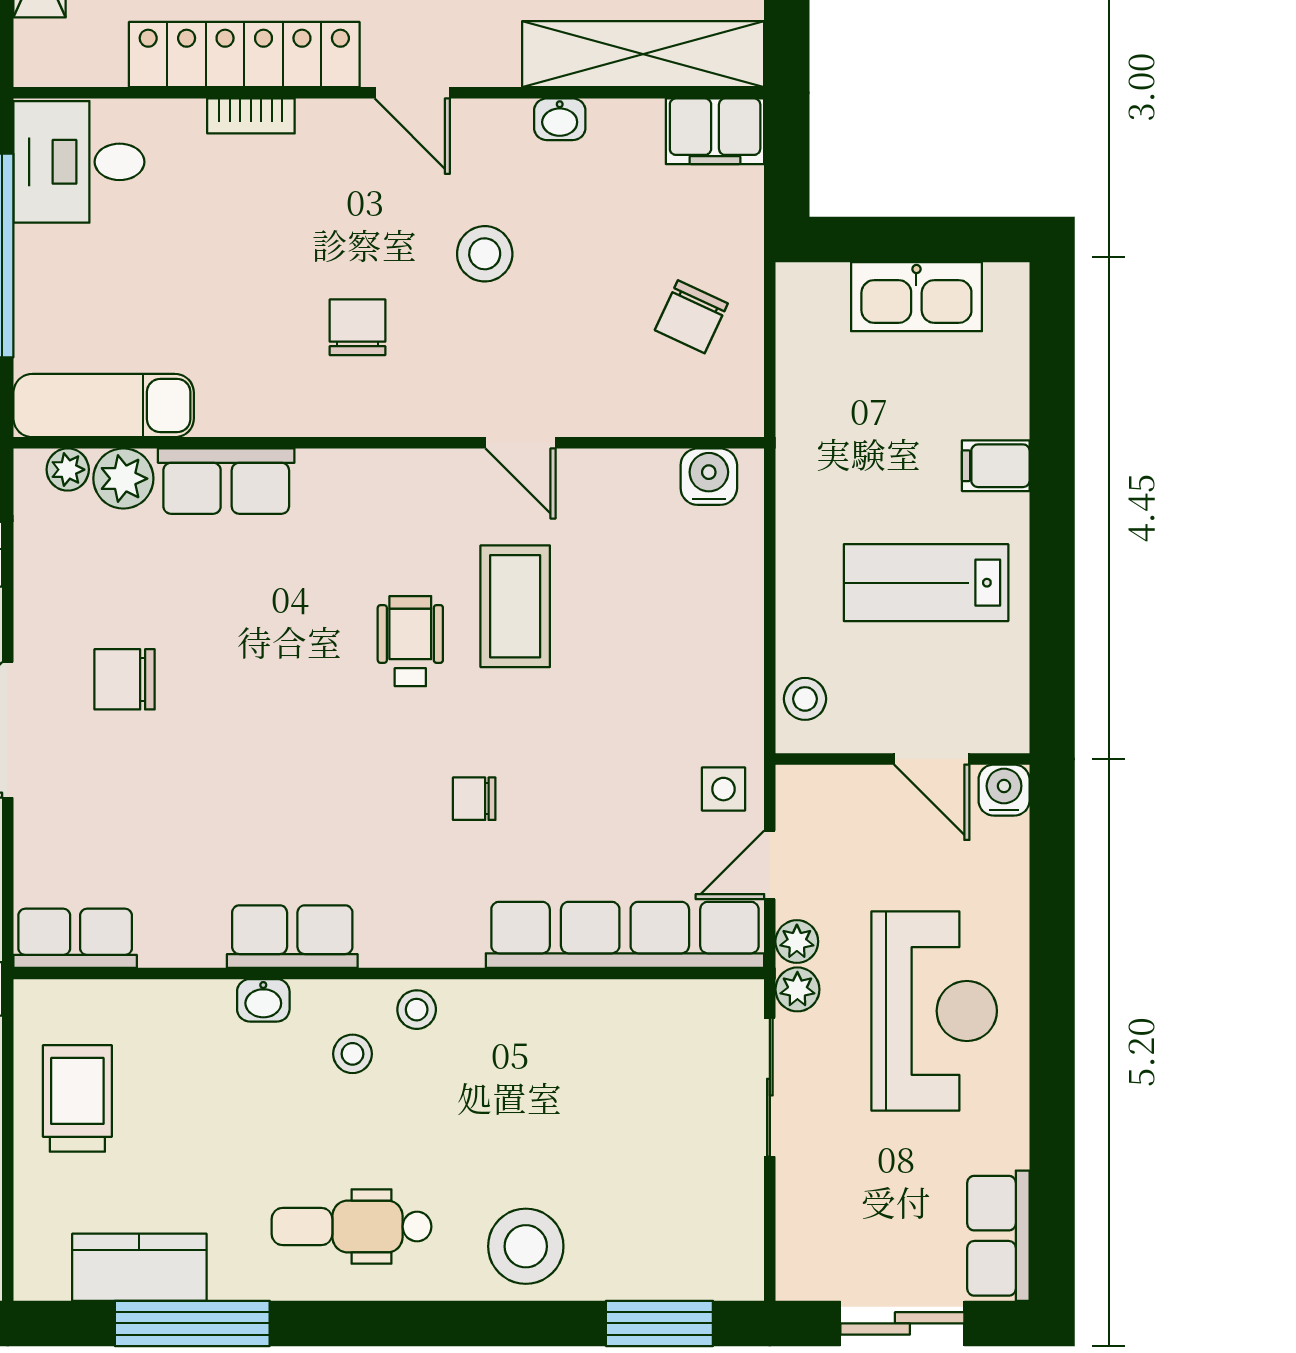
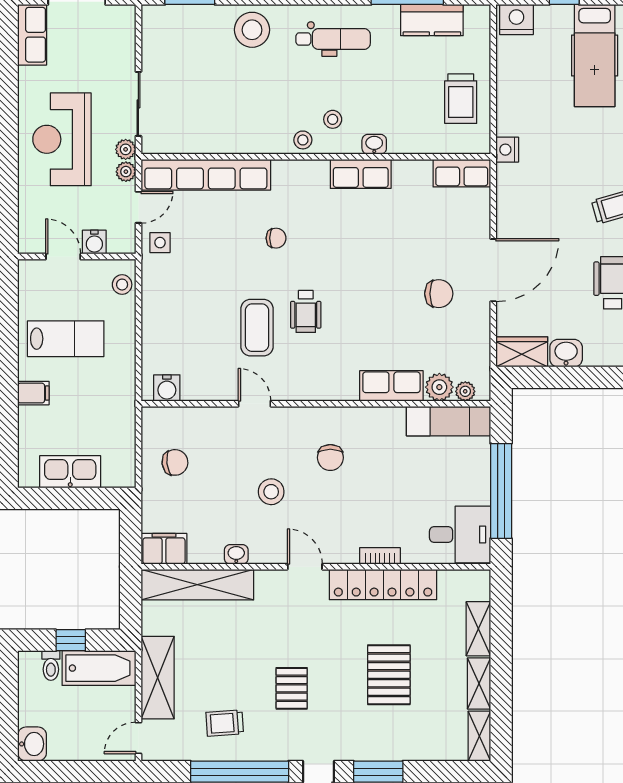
chair: (691, 317) -> (175, 462), turned 58
water cooler: (1004, 790) -> (94, 242), moved

